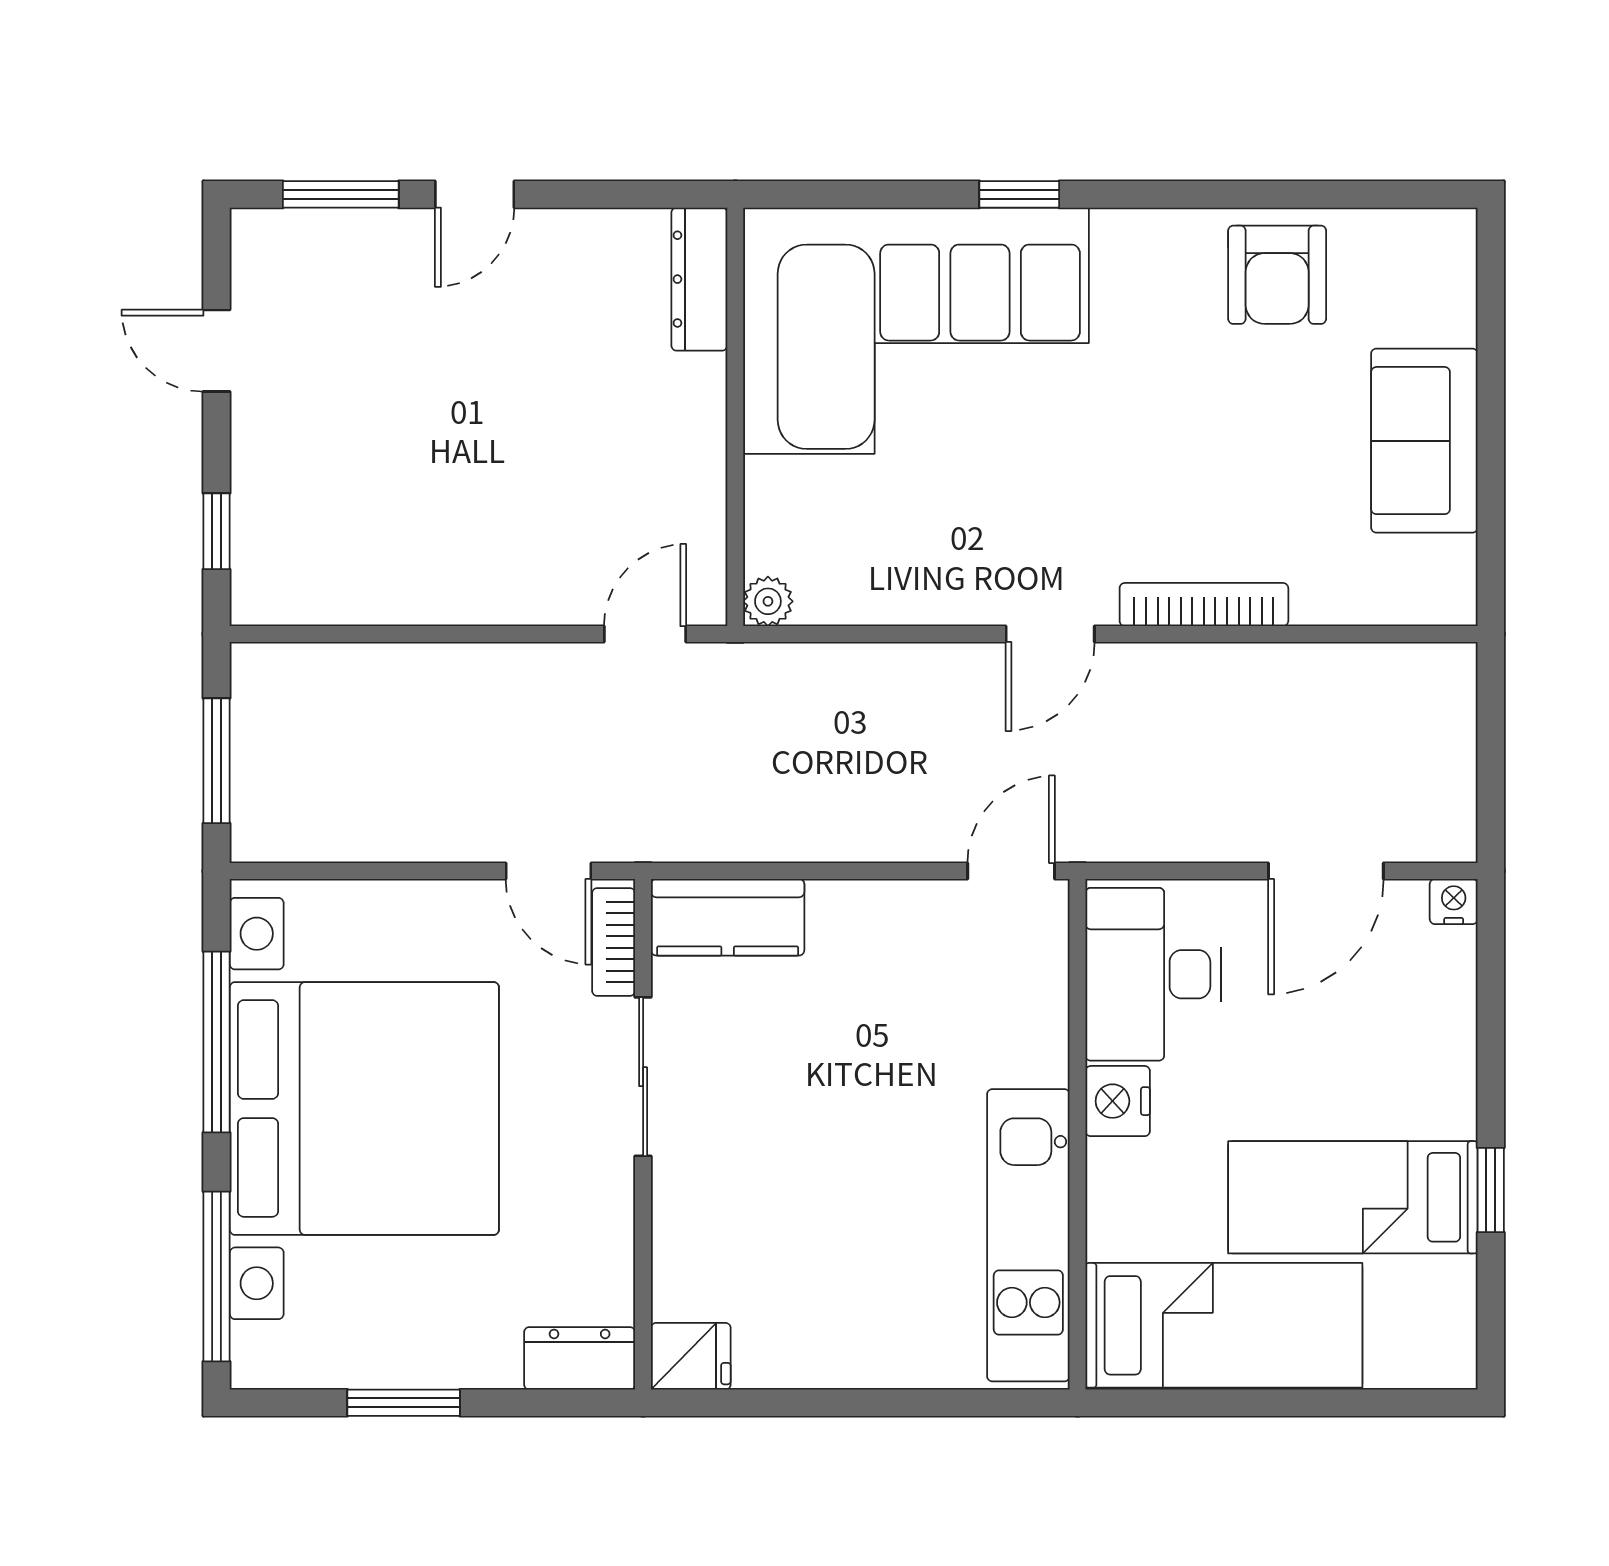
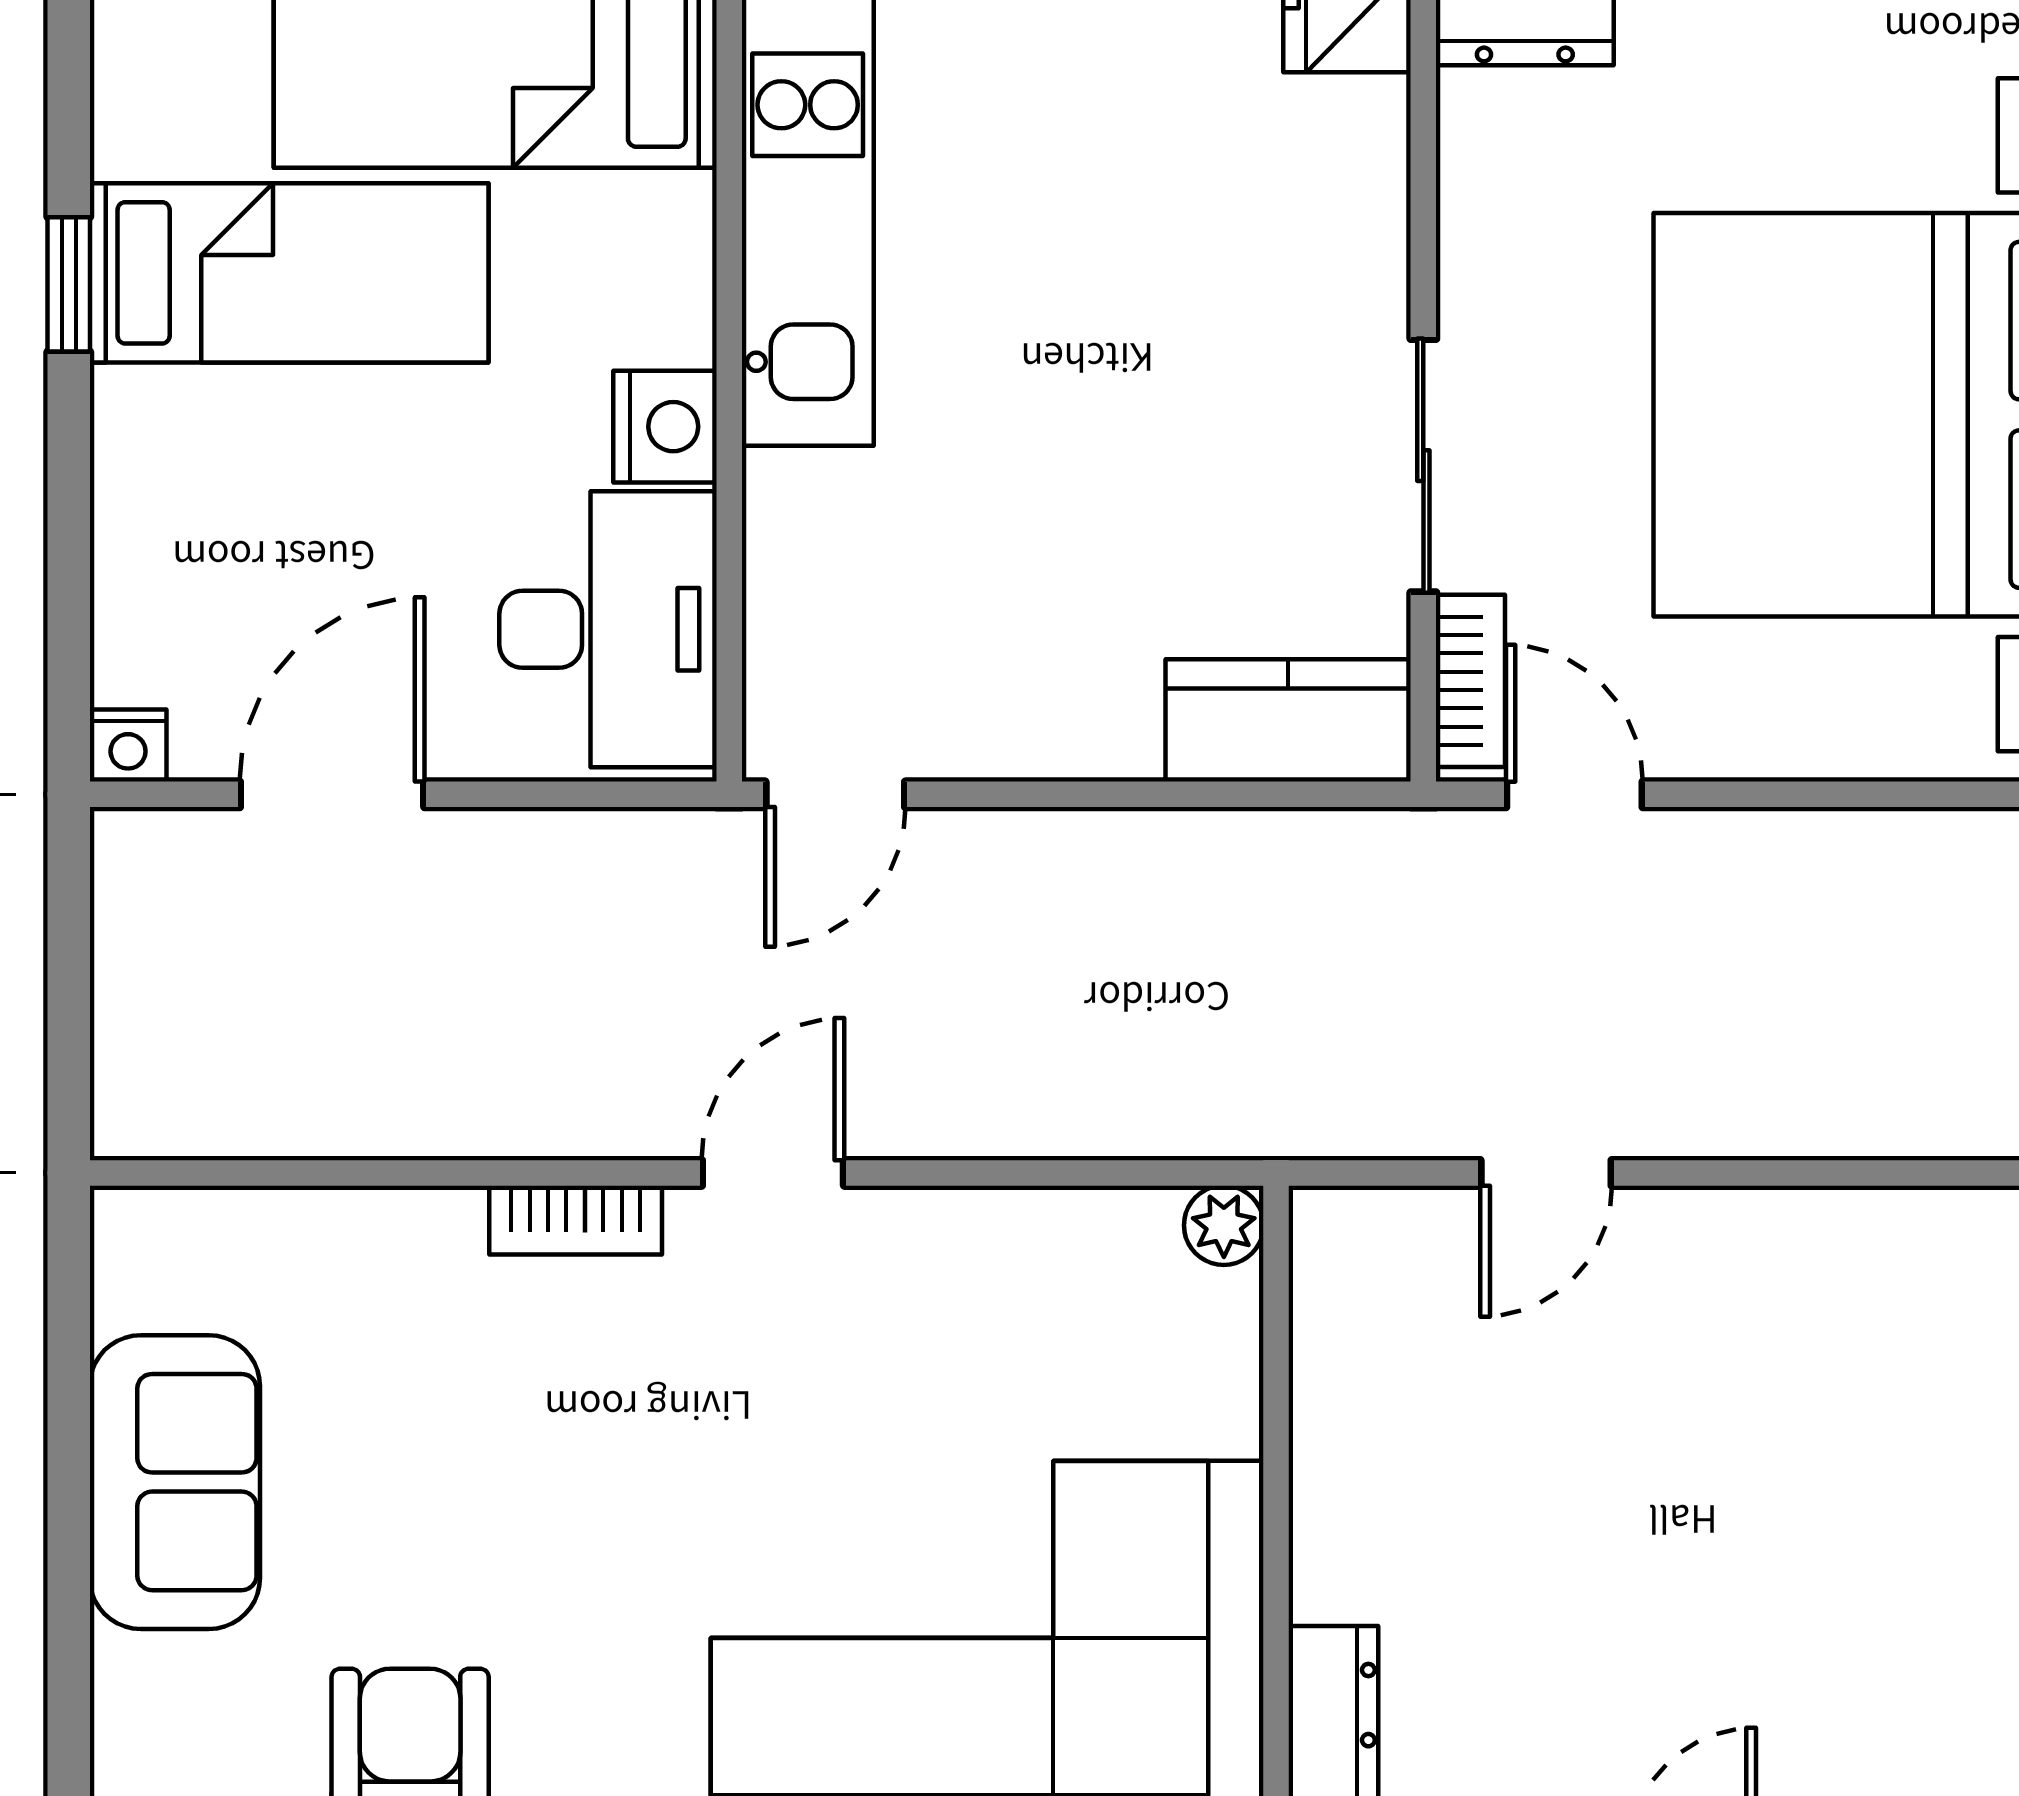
bookcase: (1204, 605) -> (576, 1220), width x0.64
door: (645, 634) -> (1546, 1173), moved

